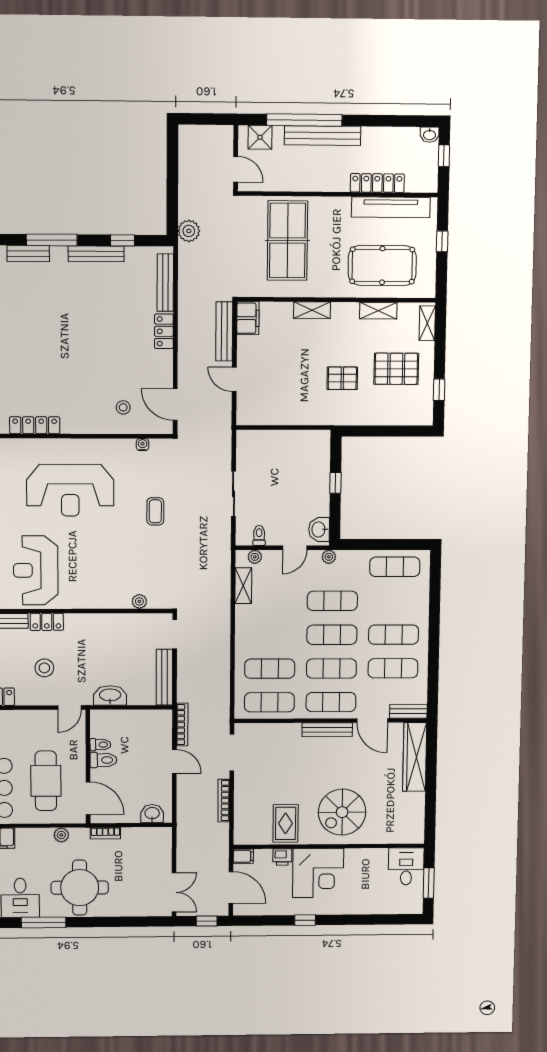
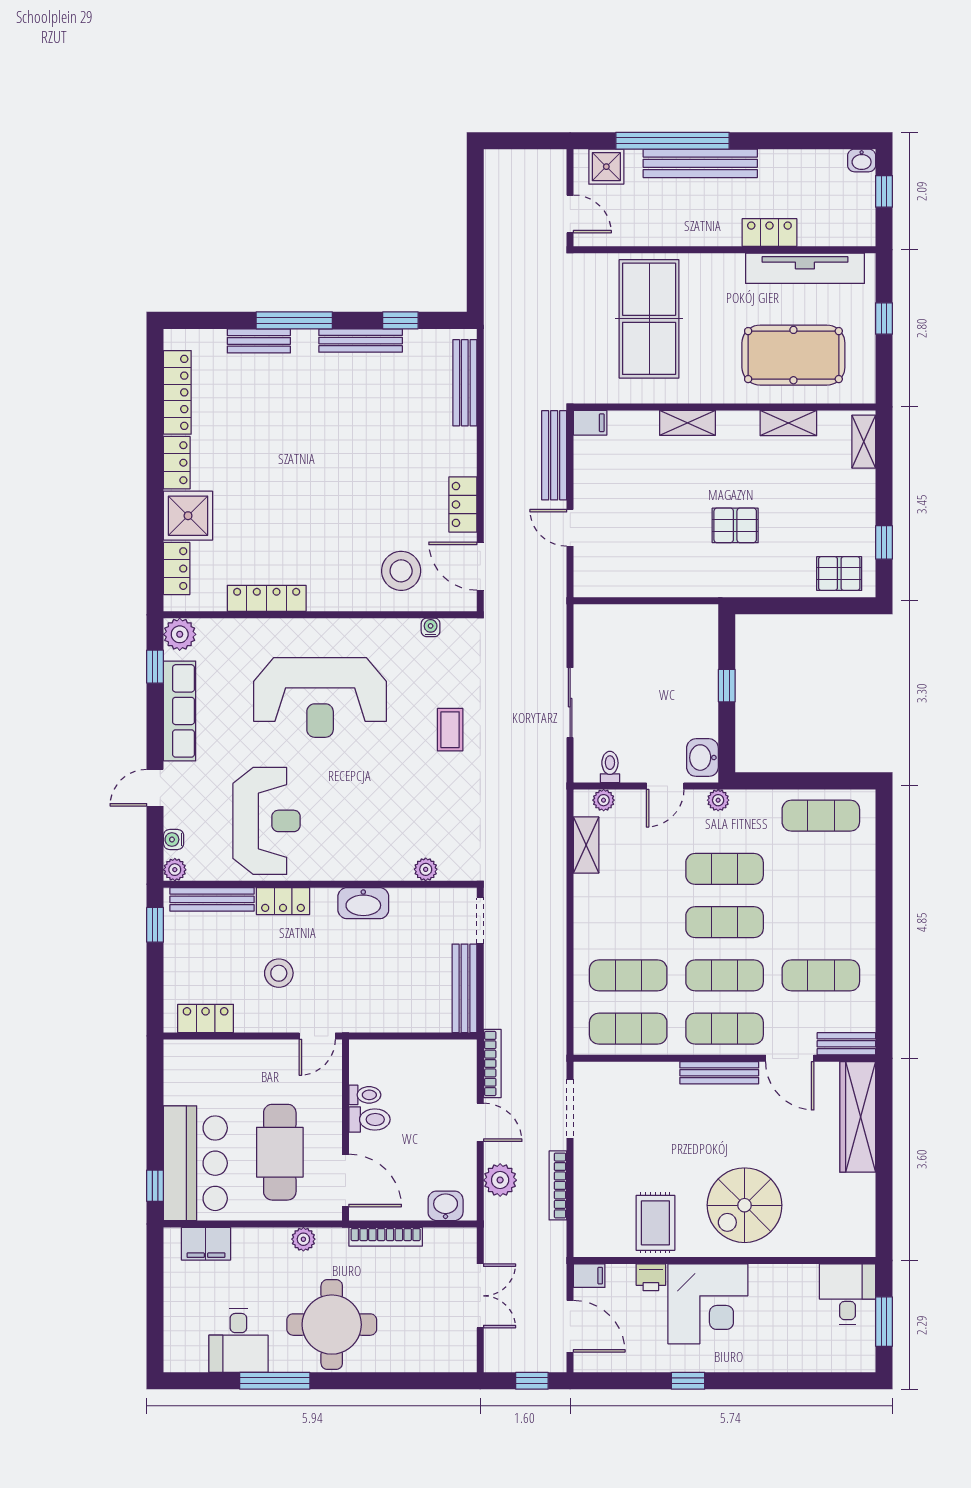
locker: (377, 183) -> (769, 232), width x0.66
plant: (189, 231) -> (500, 1180), moved
filing cabinet: (248, 318) -> (590, 423), width x0.50
locker: (164, 331) -> (463, 504), moved
pallet: (396, 369) -> (839, 574), moved, width x0.67, depth x0.71
stool: (123, 407) -> (401, 571), width x1.89, depth x1.89
reception desk: (36, 570) -> (267, 821), turned 180
exercise mat: (394, 635) -> (821, 922), removed
washbasin: (110, 695) -> (363, 903), moved, turned 180
bookcase: (105, 833) -> (386, 1237), width x1.56
double door: (174, 892) -> (480, 1296), moved

